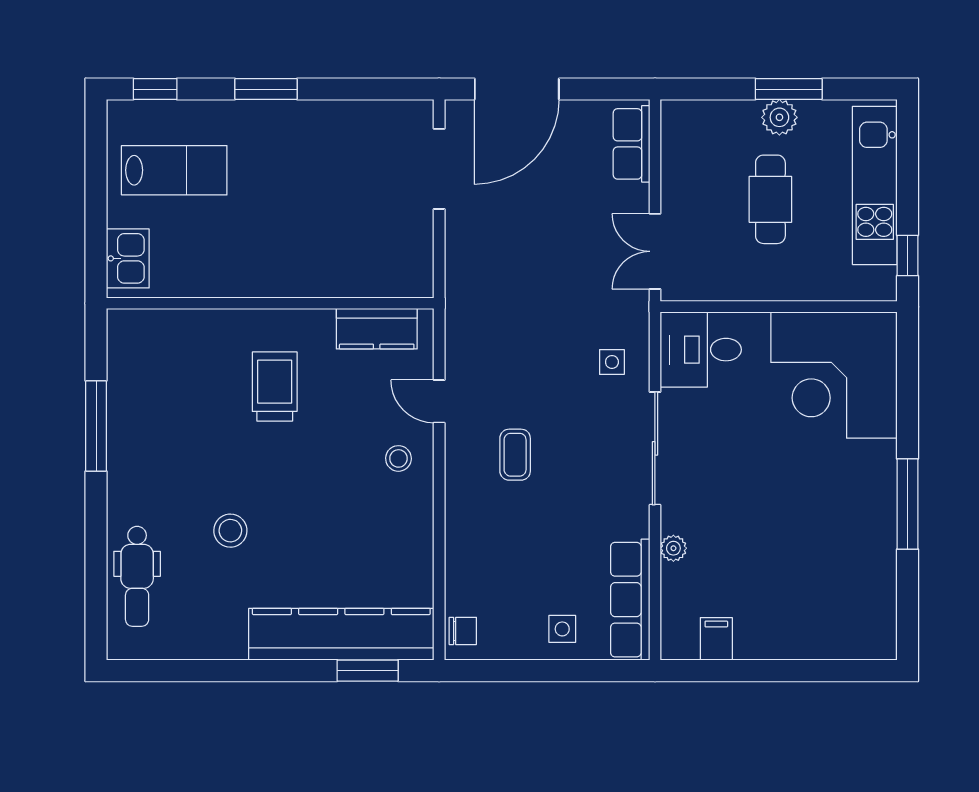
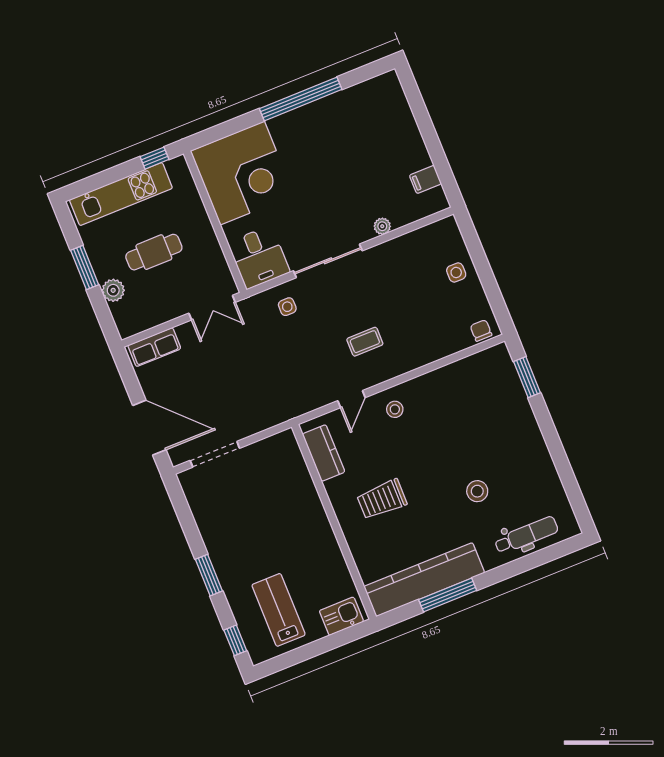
plant: (779, 117) -> (113, 290), moved
window: (907, 504) -> (301, 99), width x1.46
row of seats: (630, 600) -> (423, 239), removed
kitchen counter: (341, 634) -> (424, 580), moved, turned 90

